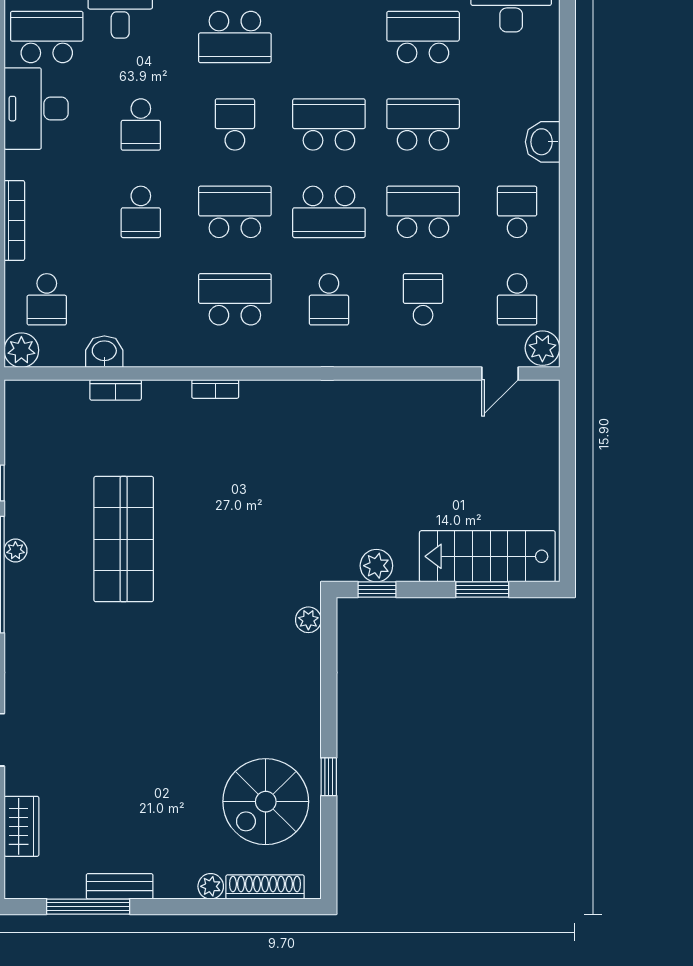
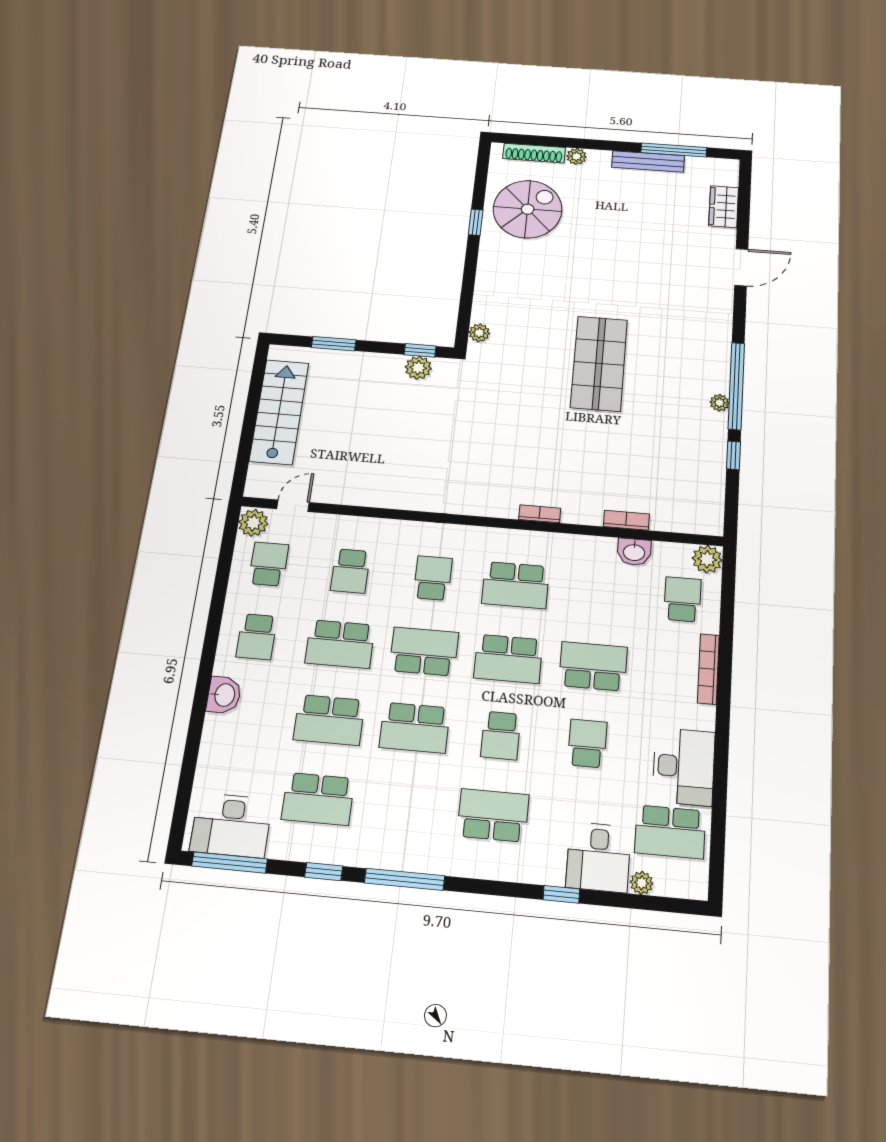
school desk: (141, 212) -> (593, 666), width x1.85
shop shelf: (124, 539) -> (599, 363), moved
stairs: (487, 556) -> (279, 412), moved, turned -90
bench: (120, 886) -> (648, 161), width x1.36

